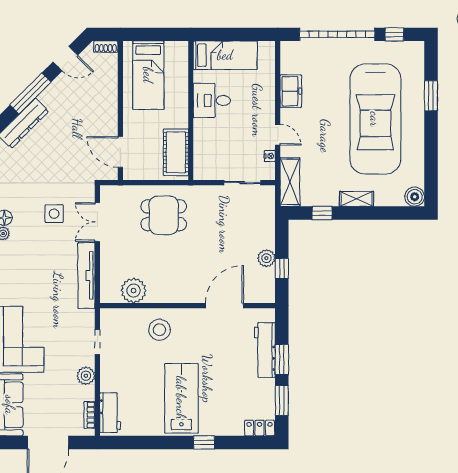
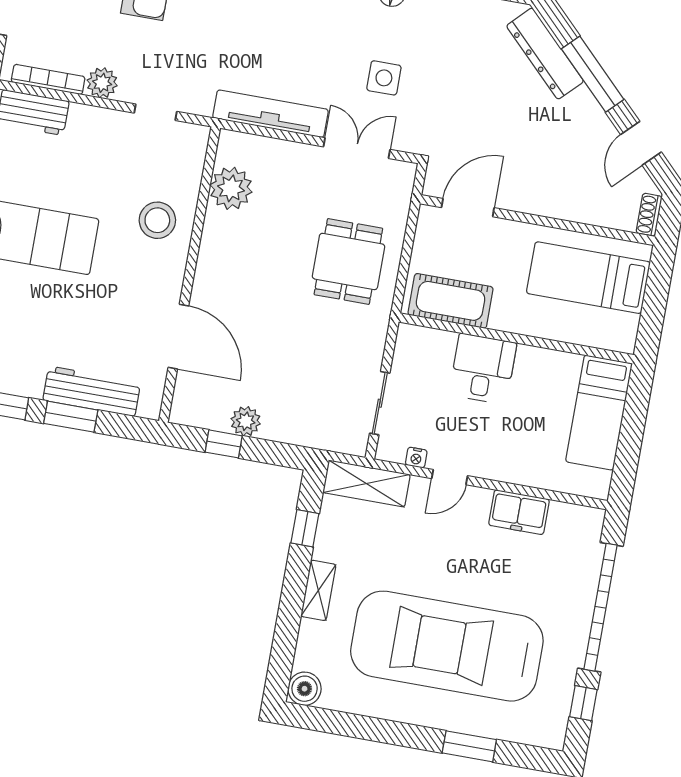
desk: (212, 101) -> (483, 369), moved
bookcase: (89, 415) -> (48, 79), width x1.56

